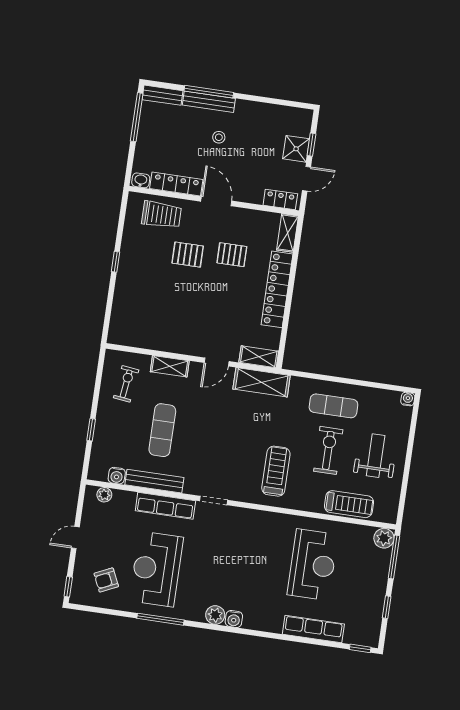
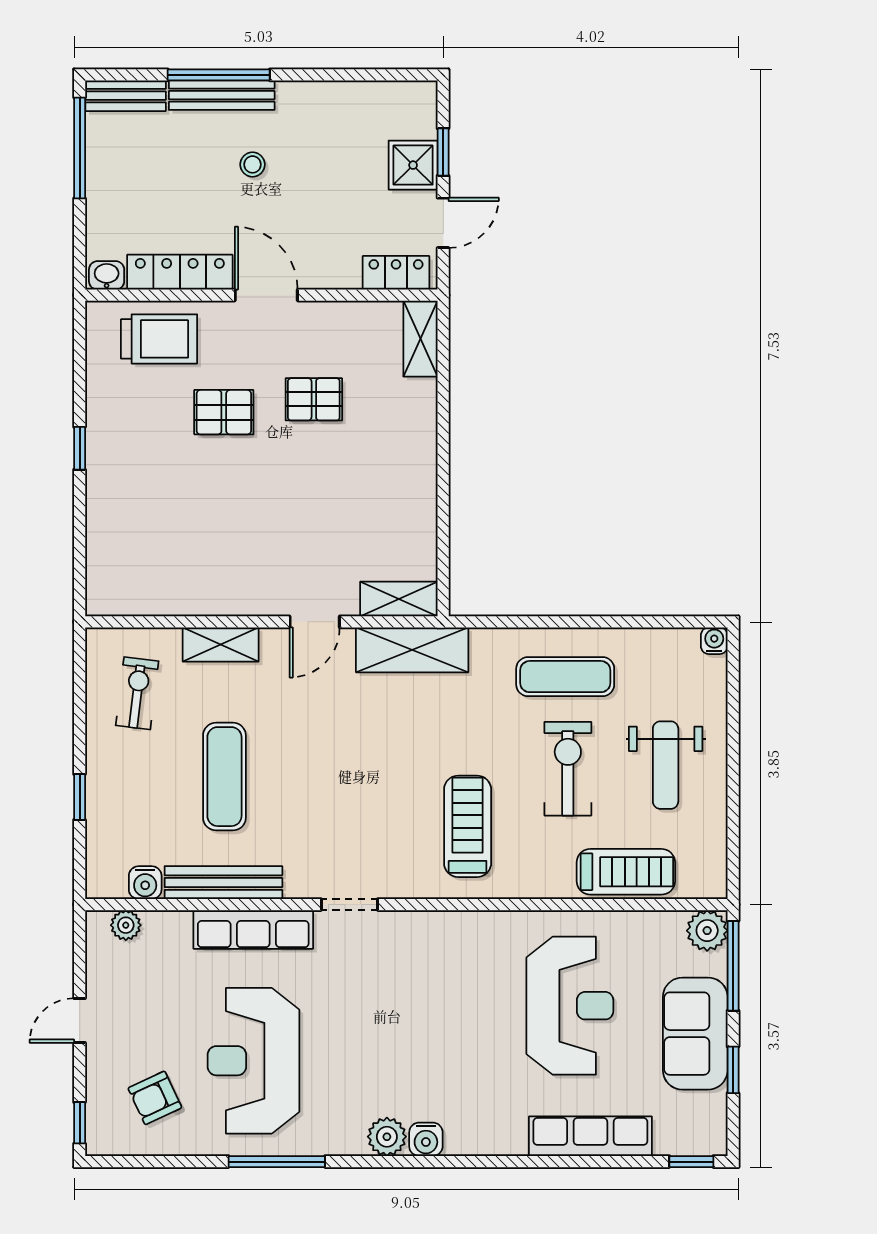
locker: (277, 289) -> (416, 456), removed
weight bench: (376, 456) -> (666, 765), turned 180
sofa: (371, 587) -> (695, 1034), added

